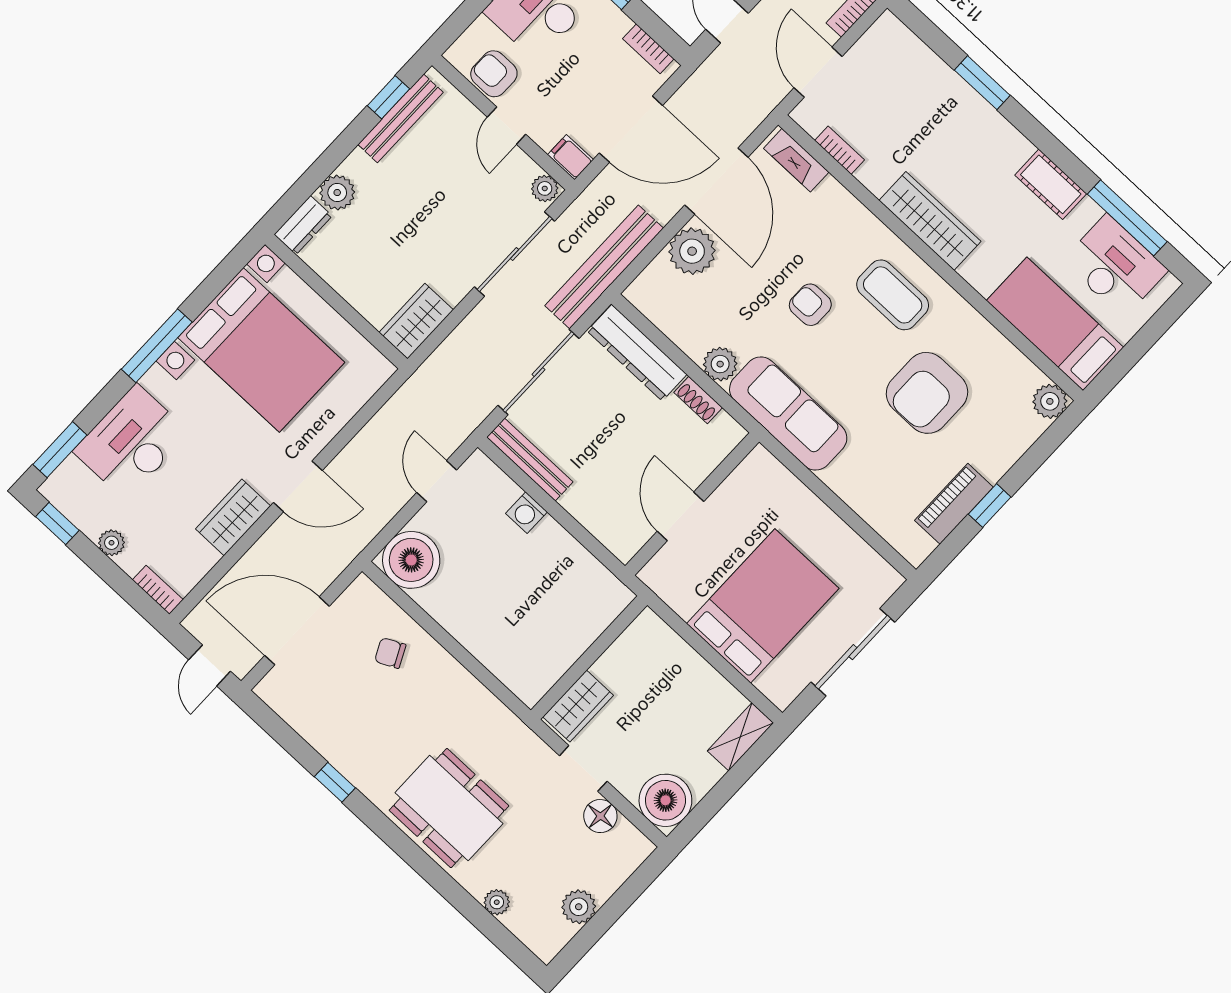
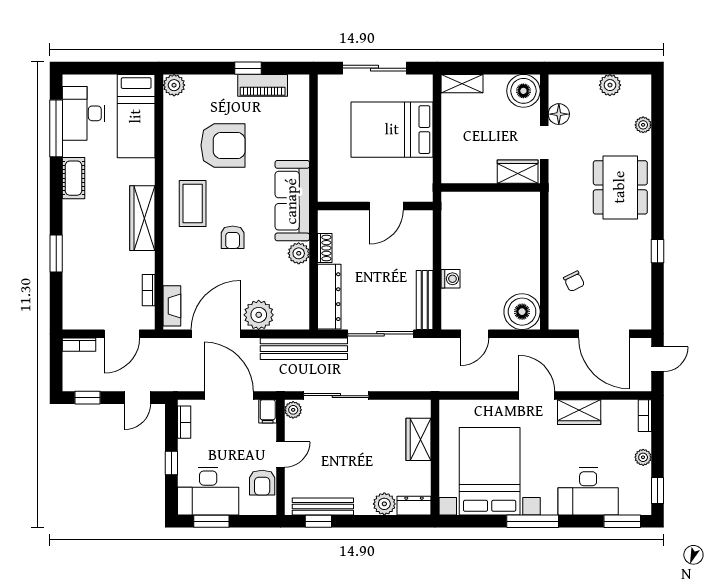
wardrobe: (416, 321) -> (419, 439), moved, turned 90

